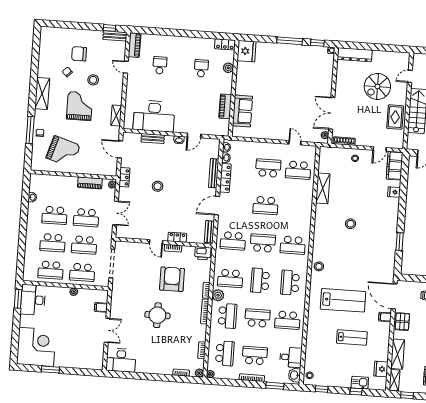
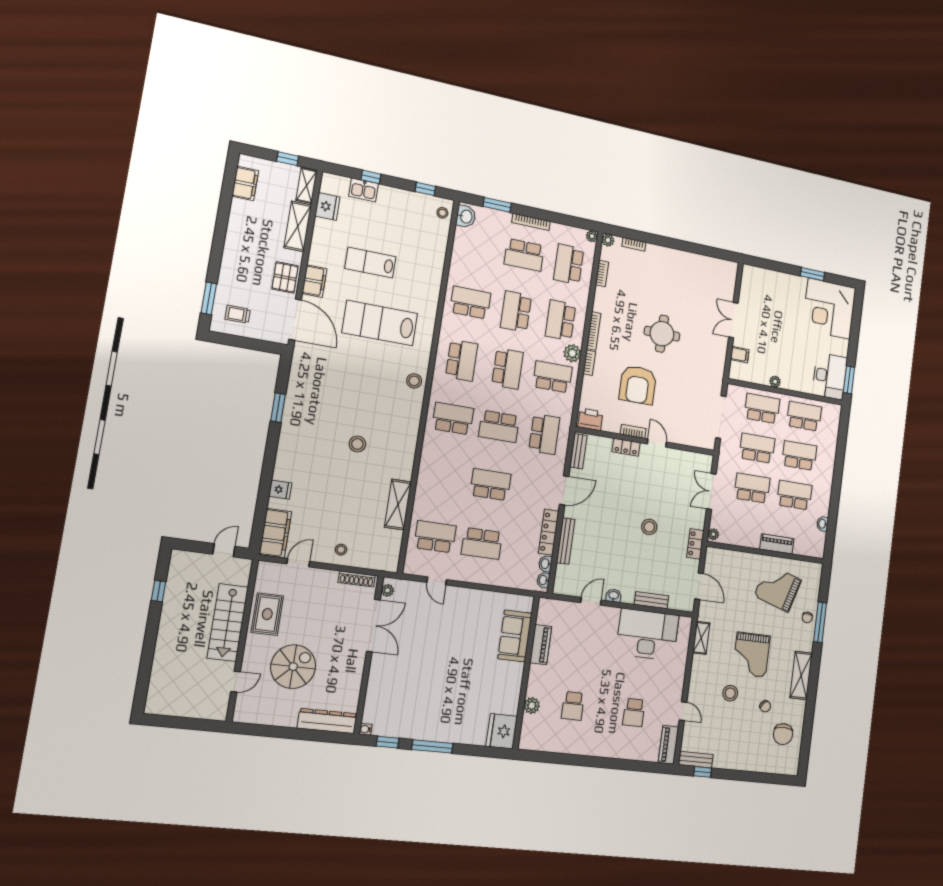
locker: (225, 44) -> (534, 743), removed
chair: (79, 54) -> (783, 734), moved, turned 90
piano: (90, 183) -> (777, 544), moved
school desk: (233, 241) -> (544, 434), turned 90
filing cabinet: (385, 317) -> (314, 281), width x2.00
school desk: (257, 318) -> (516, 312), turned 90
desk: (291, 357) -> (469, 245), removed
desk: (121, 360) -> (717, 274), removed

